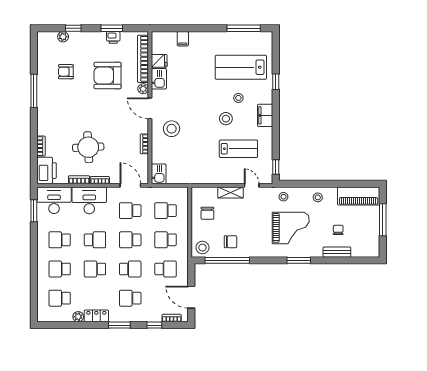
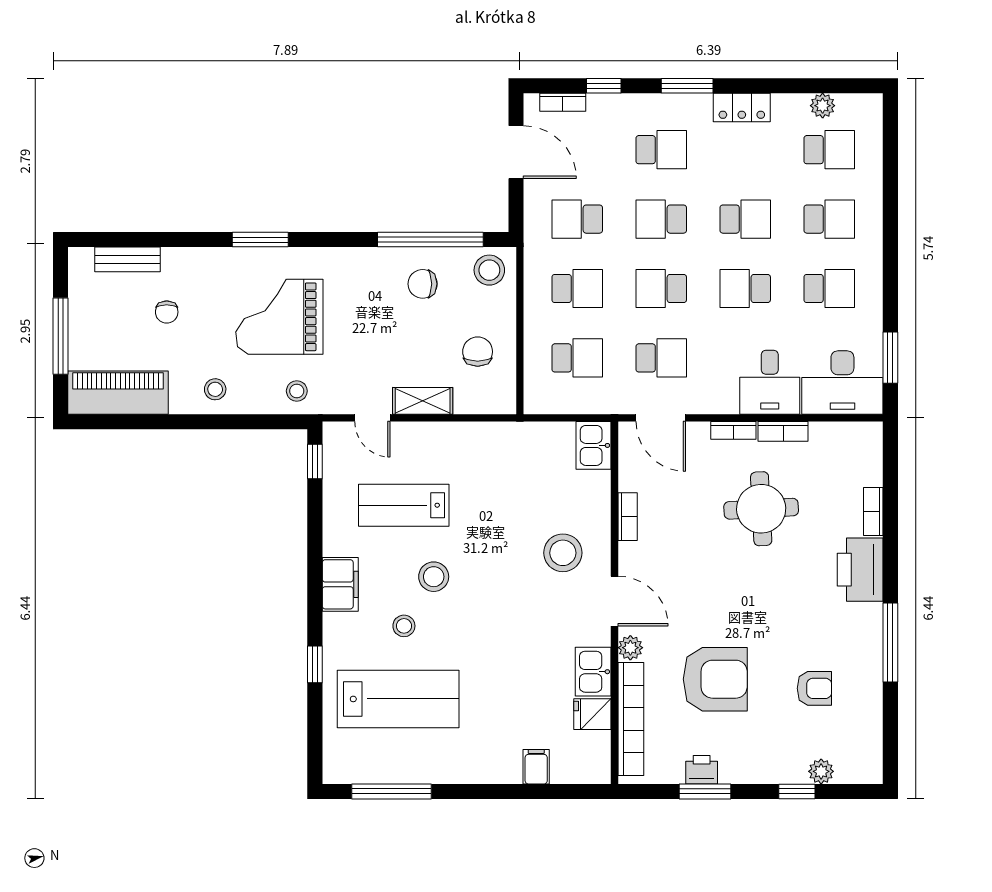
printer: (47, 171) -> (860, 570), moved
desk: (89, 200) -> (770, 382), width x0.73
school desk: (130, 240) -> (661, 288), turned 180
bench: (337, 252) -> (128, 259), moved
plant: (78, 317) -> (823, 106), moved

